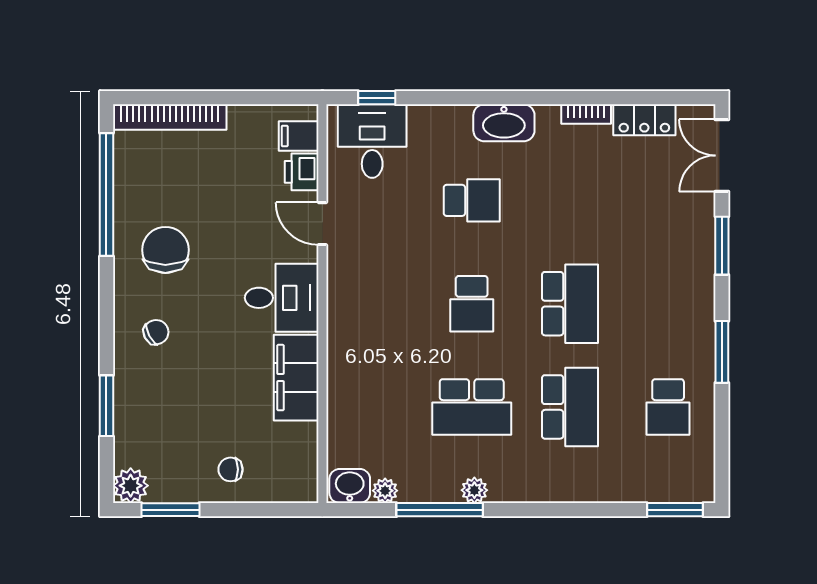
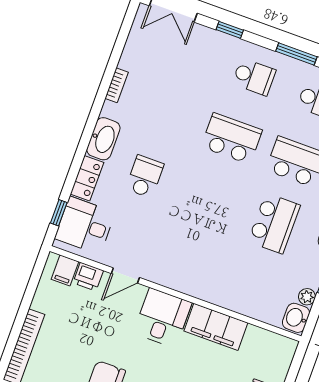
locker: (644, 120) -> (87, 178), moved
window: (722, 246) -> (230, 30), width x0.67
school desk: (472, 304) -> (254, 77), moved

